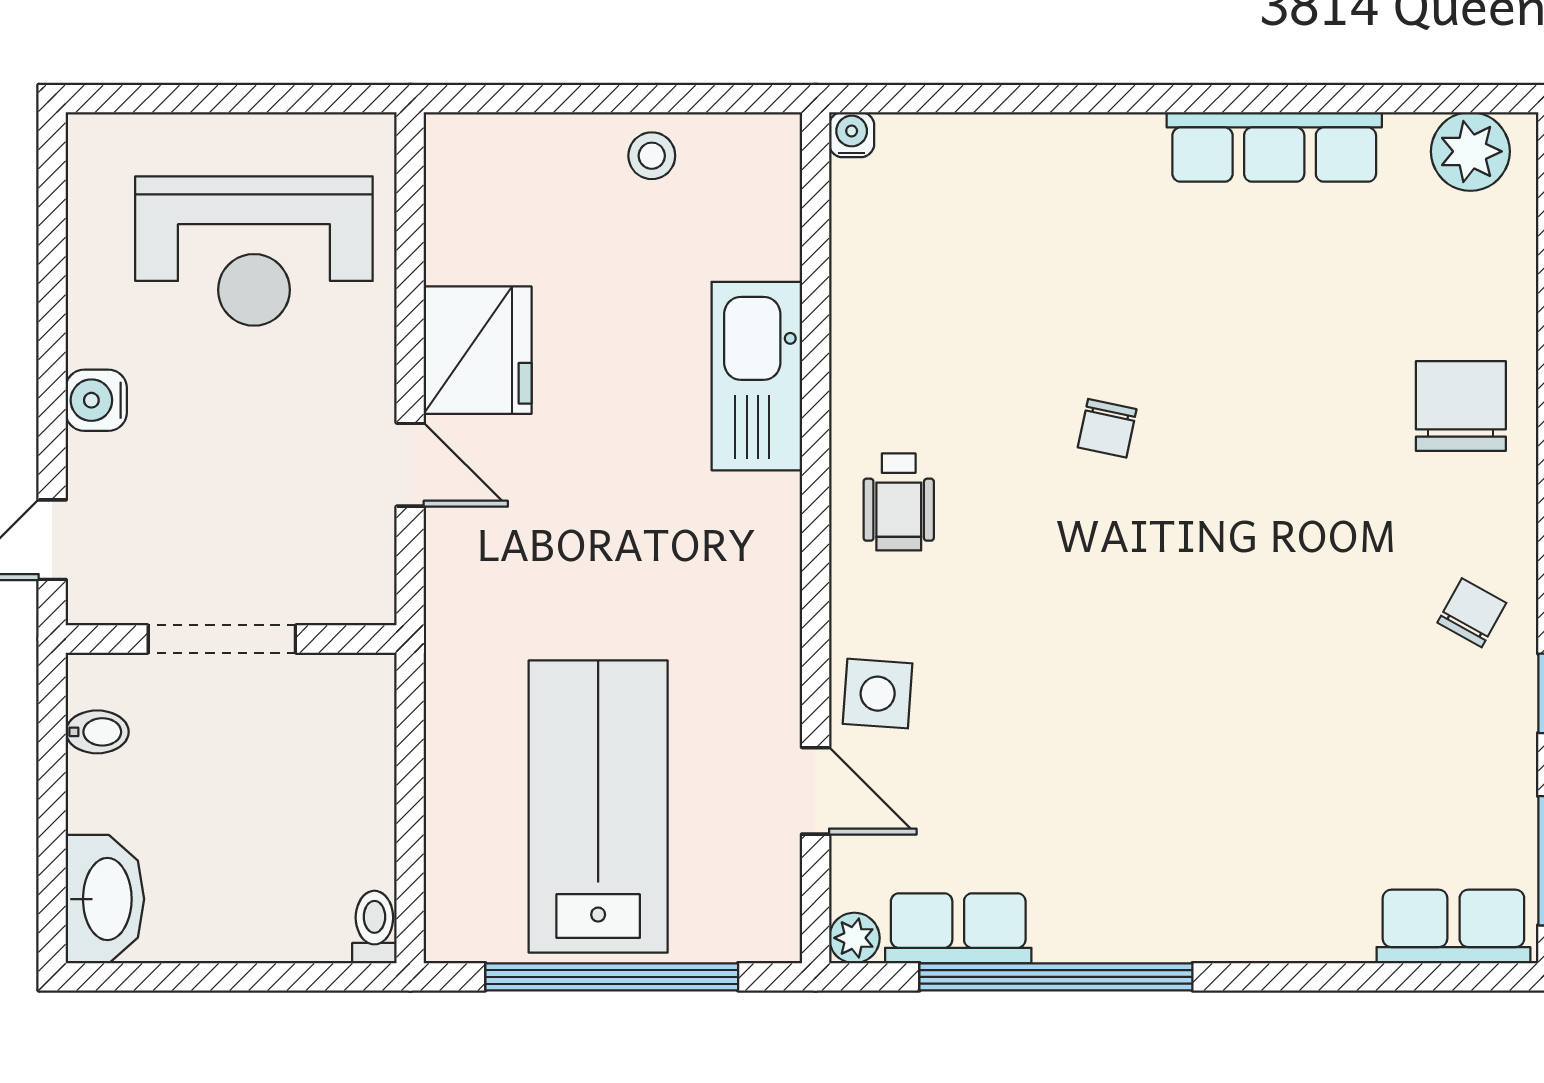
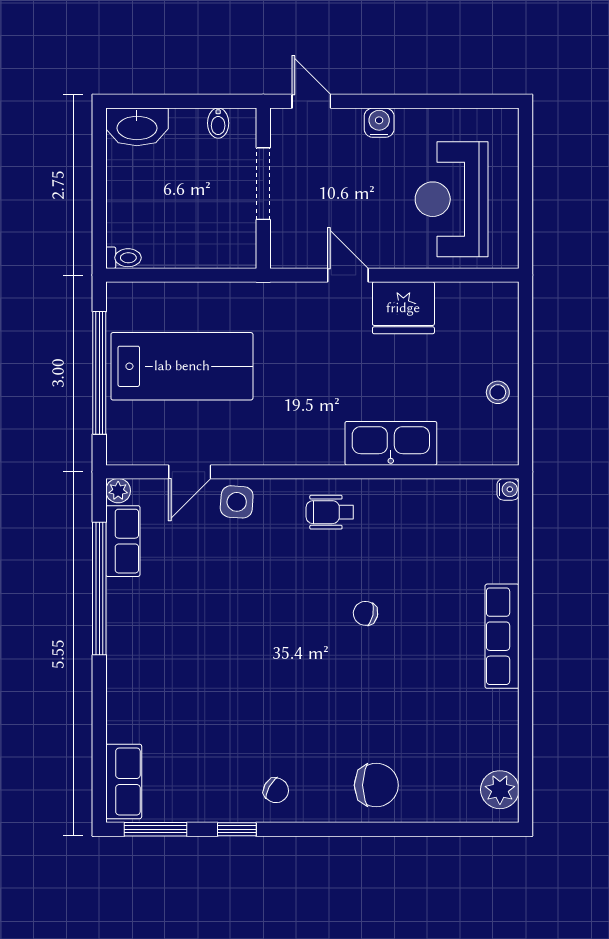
row of seats: (1274, 147) -> (502, 636), moved
door: (410, 465) -> (348, 275), swing flipped

